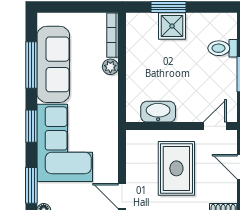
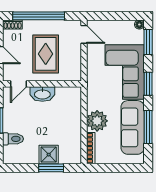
plant: (110, 67) -> (97, 121), width x1.87, depth x1.87
washbasin: (158, 112) -> (42, 94), moved

